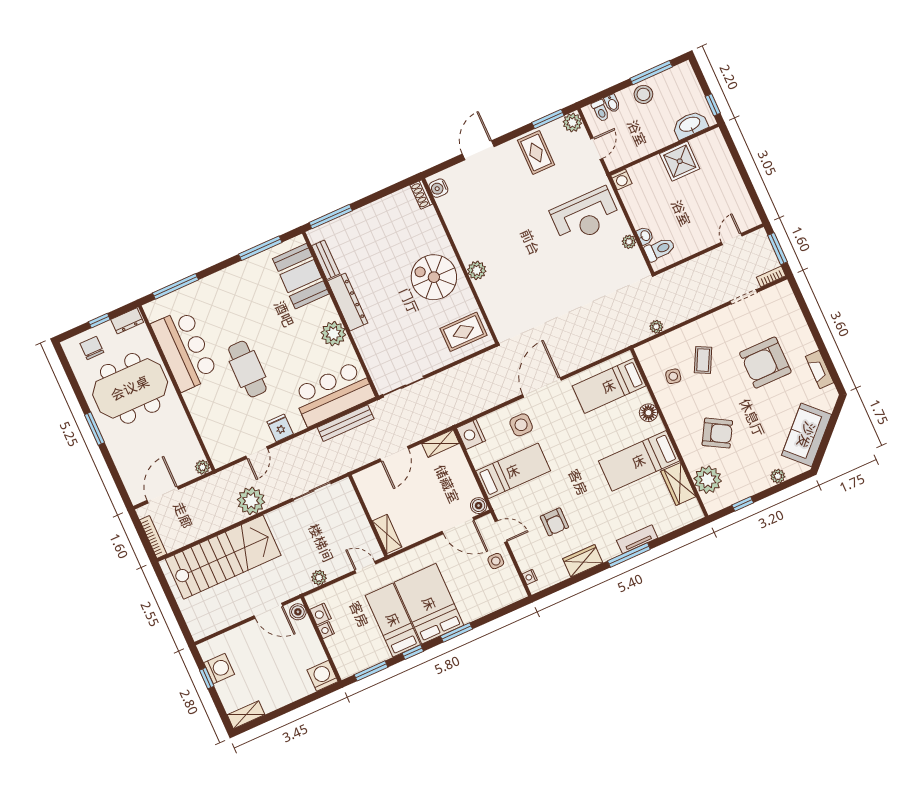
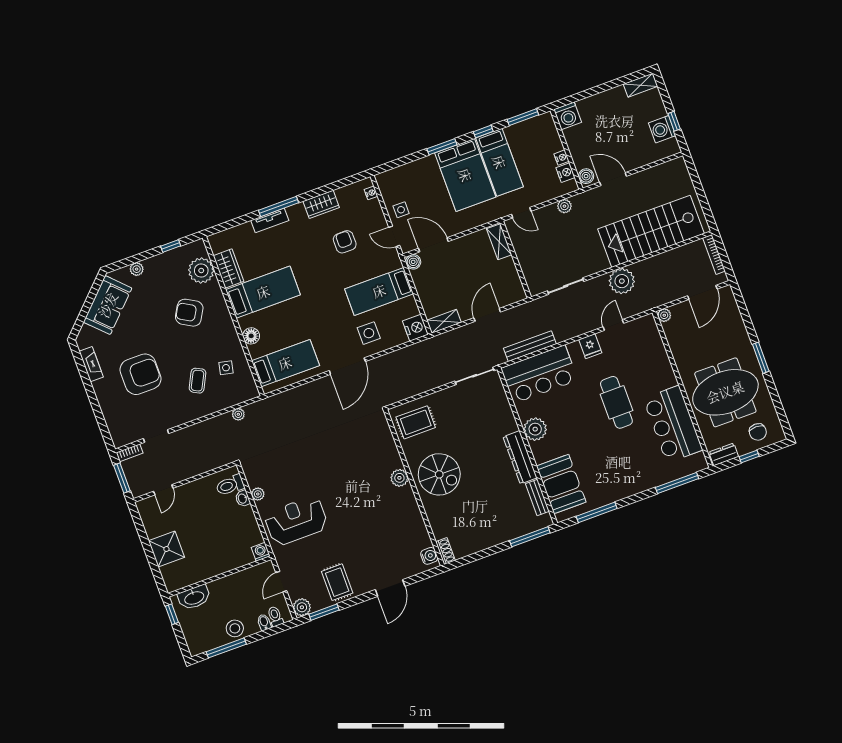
shower: (680, 161) -> (166, 549), moved

